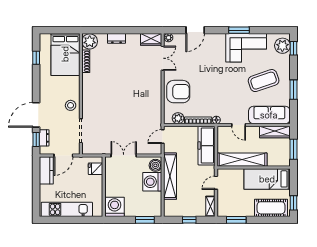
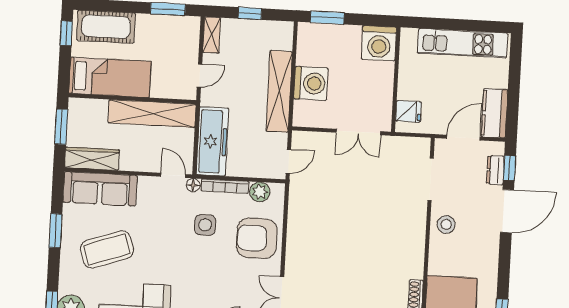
side table: (208, 98) -> (205, 225), added
door: (239, 125) -> (173, 175), moved
boiler: (155, 165) -> (304, 112), removed

